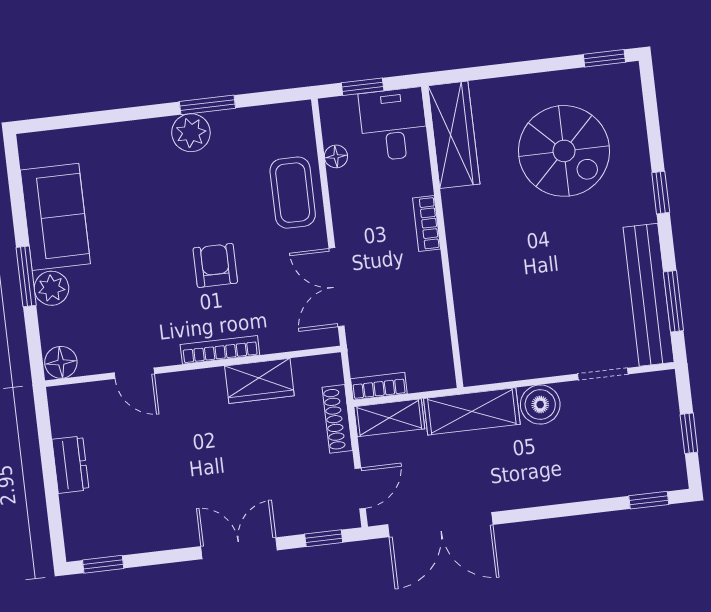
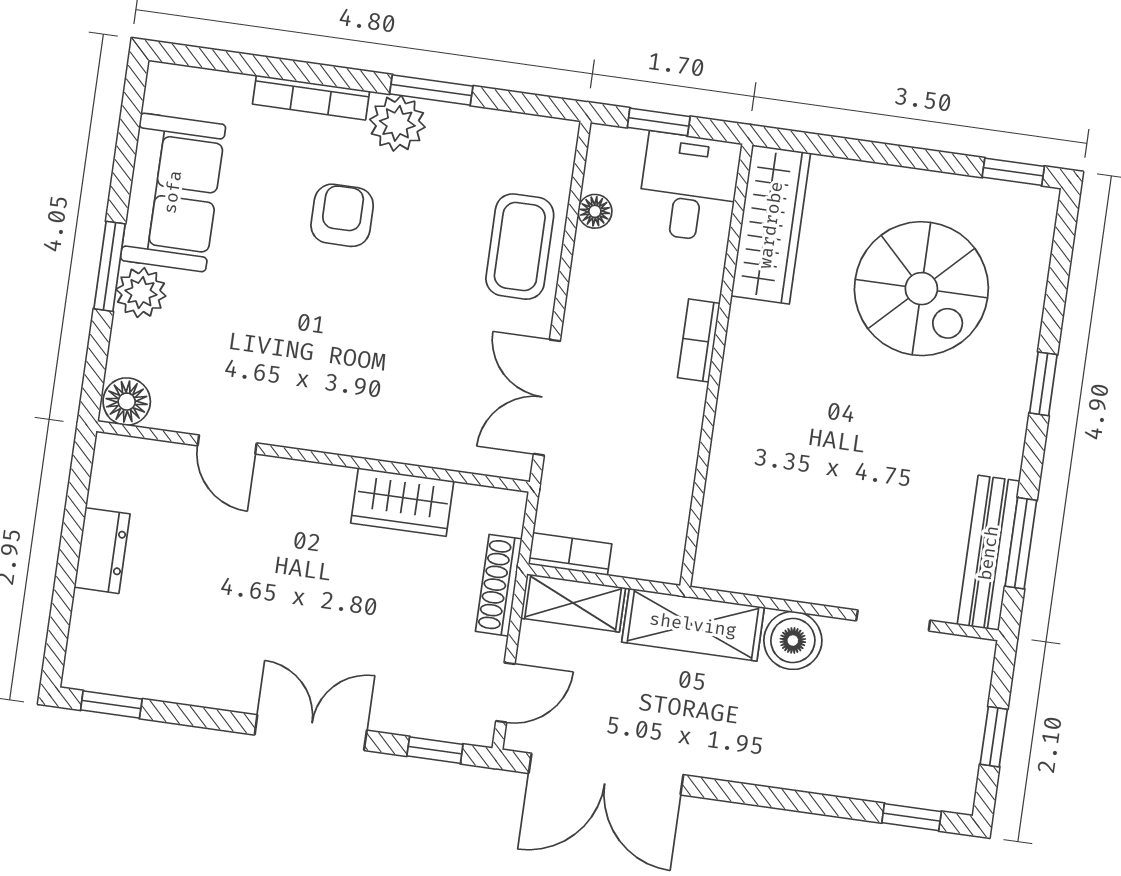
armchair: (215, 265) -> (342, 215), moved
bench: (649, 295) -> (989, 553), width x0.73, depth x0.82
bookcase: (220, 350) -> (311, 98), moved, turned 180

